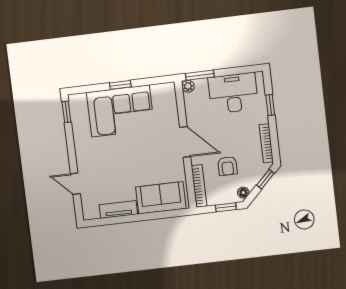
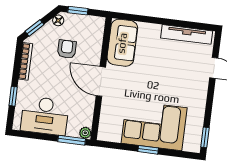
bookcase: (199, 186) -> (98, 37), removed
sofa: (161, 198) -> (122, 43), moved, turned -90
tv unit: (118, 209) -> (187, 34), width x1.41

